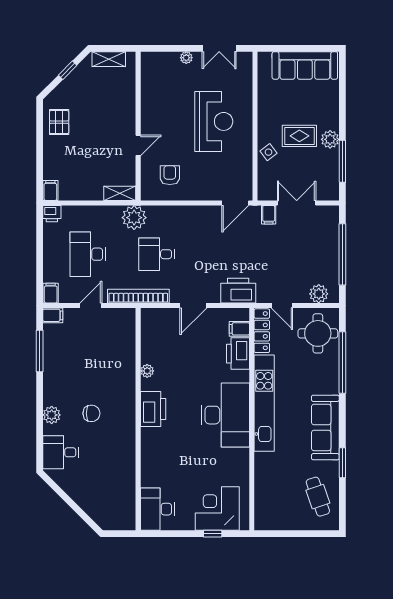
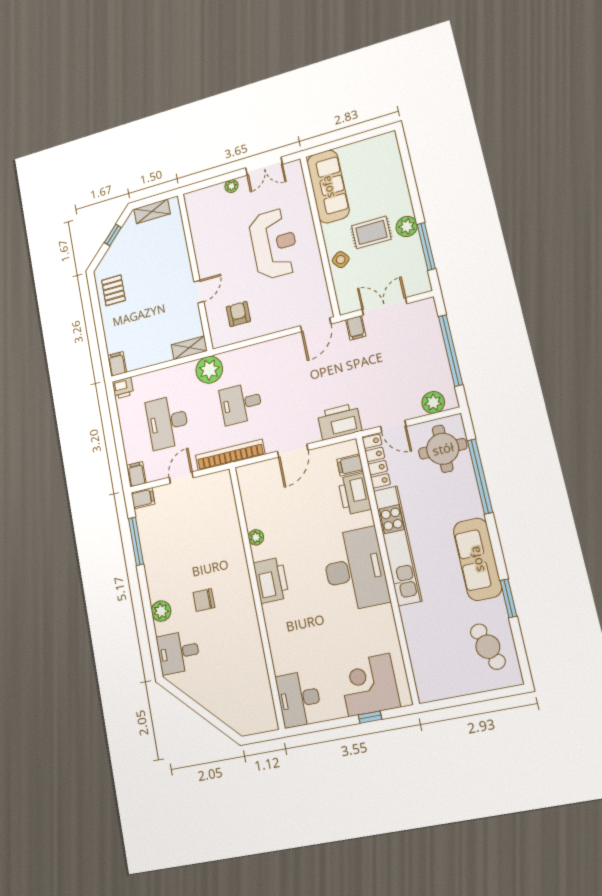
sofa: (305, 65) -> (328, 187), moved, turned -90
chair: (91, 413) -> (204, 600), turned 180

